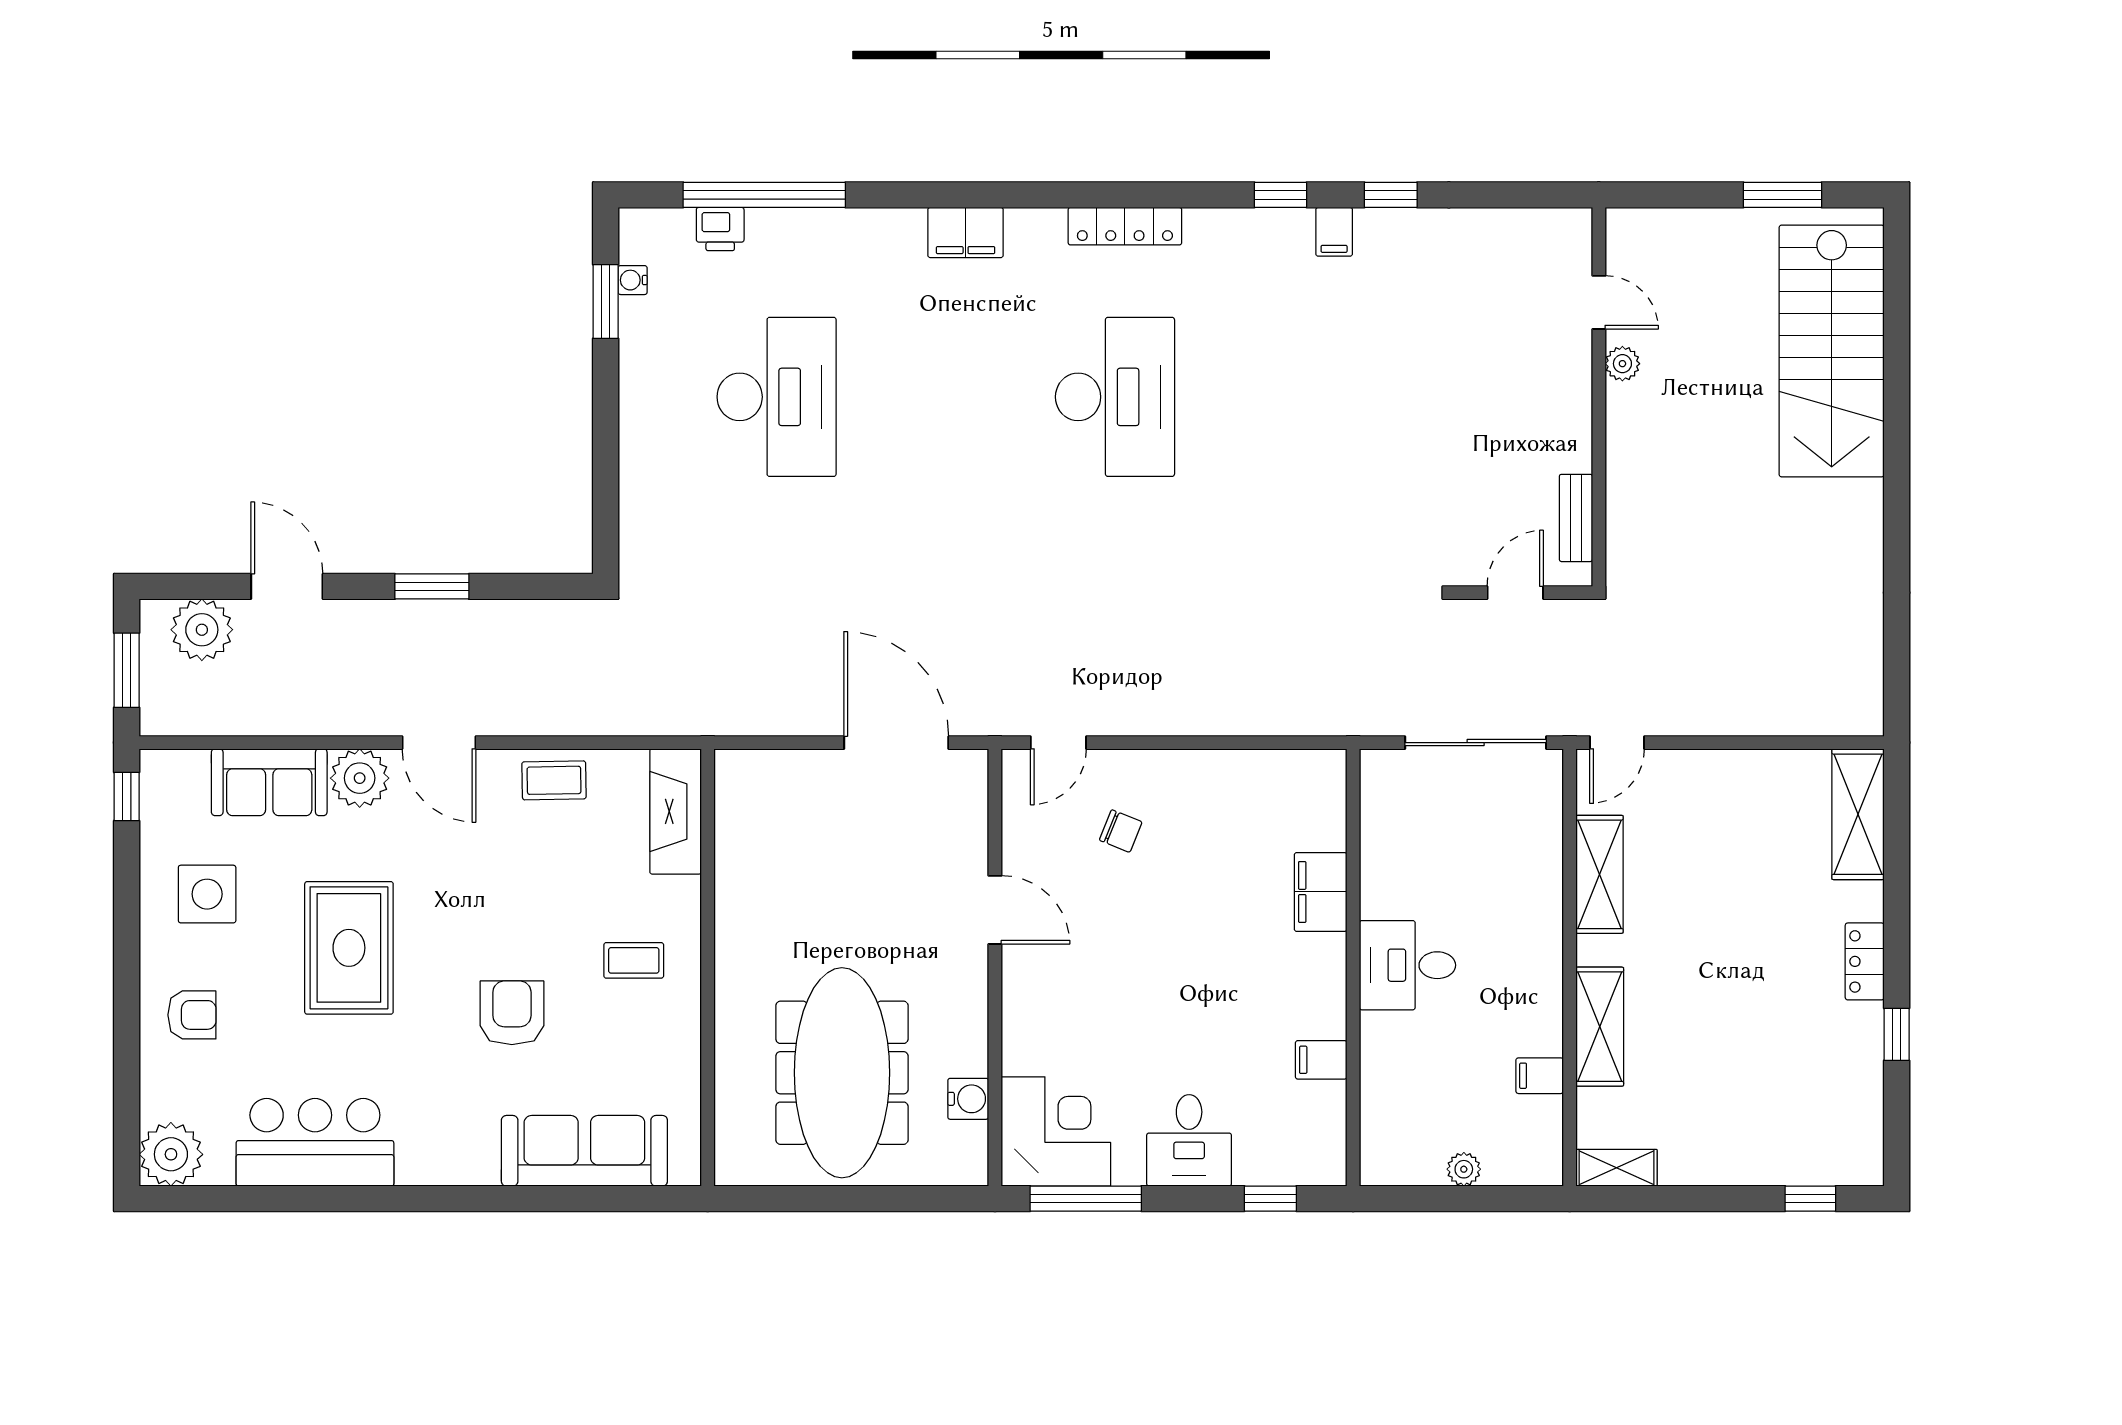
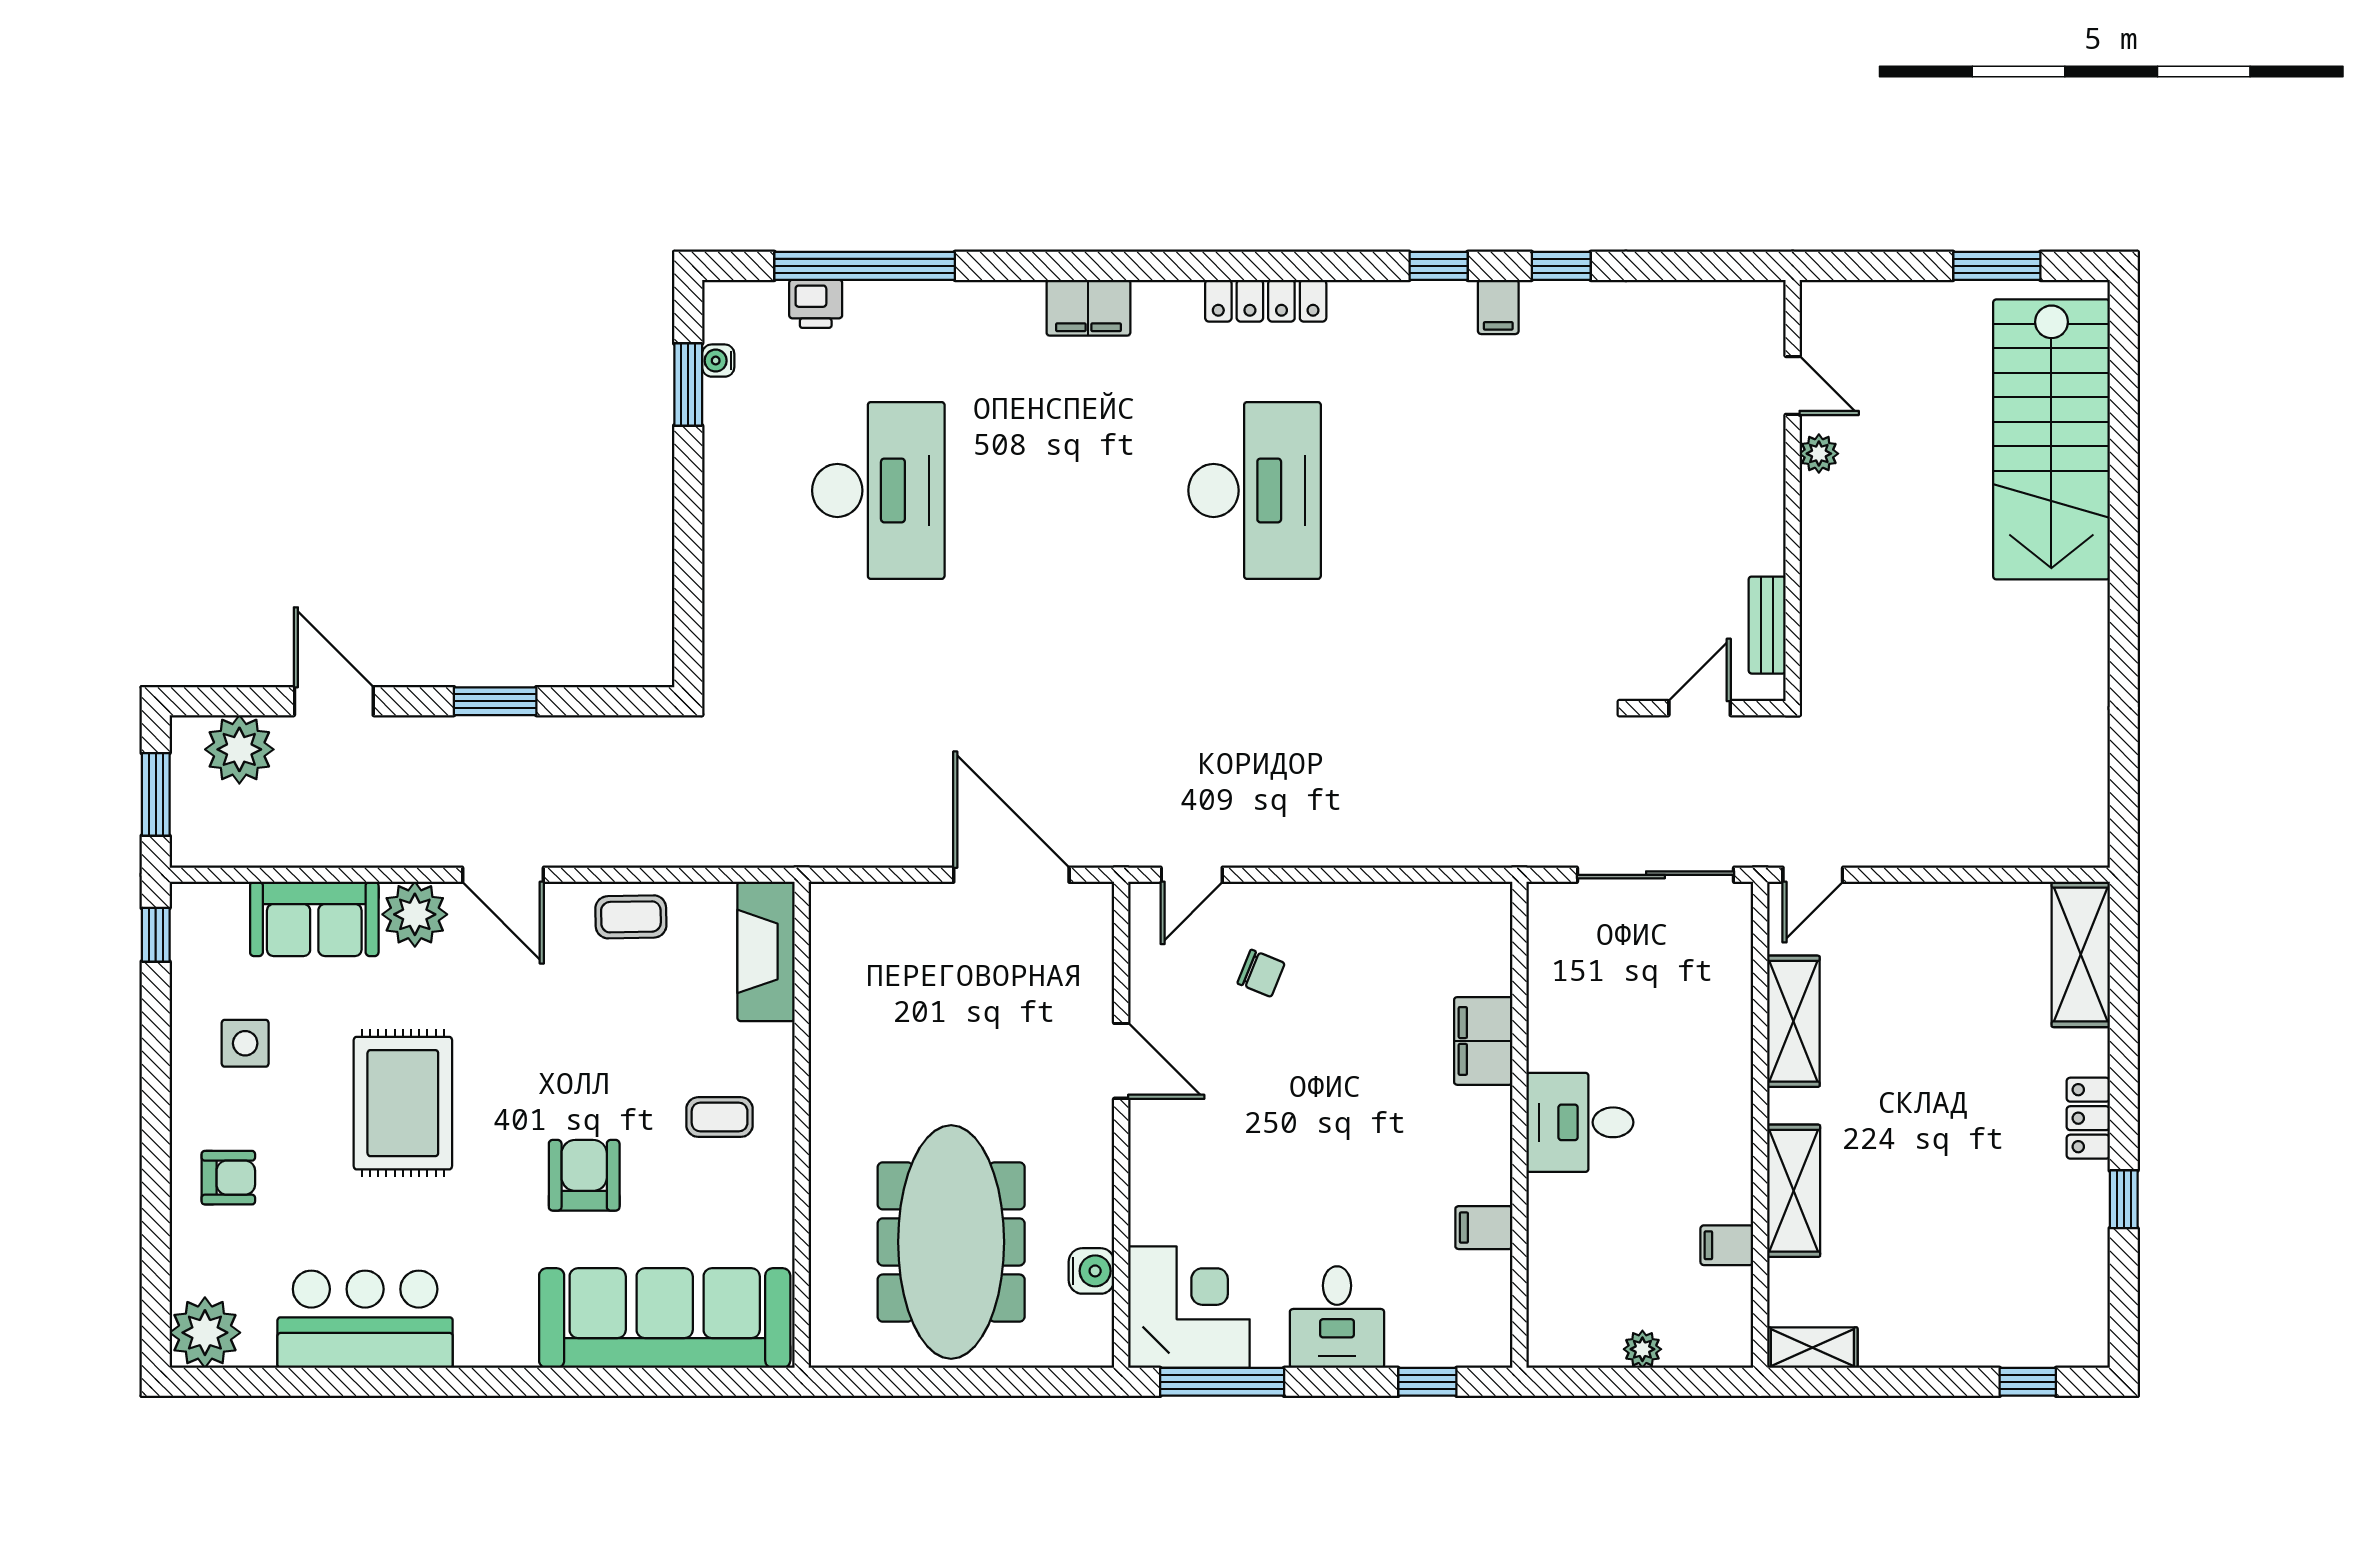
side table: (207, 894) -> (245, 1043), width x0.73, depth x0.73
sofa: (584, 1151) -> (665, 1318), width x1.36, depth x1.27

